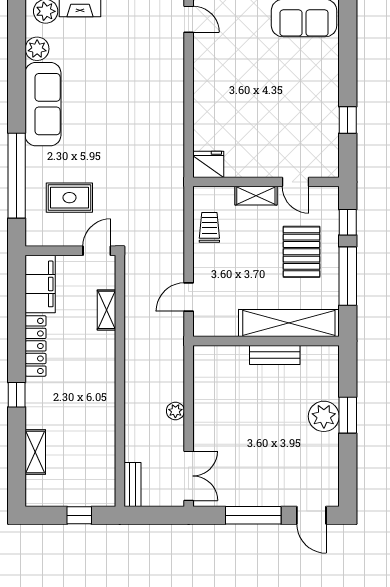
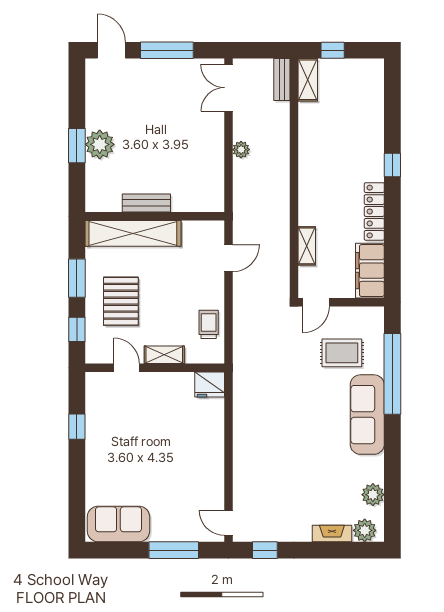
sofa: (43, 104) -> (367, 415), moved
trolley: (209, 227) -> (209, 324), turned 180
window: (348, 276) -> (77, 278), width x0.69
shelving: (35, 452) -> (308, 80), moved

